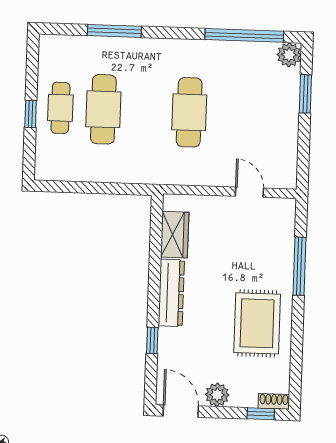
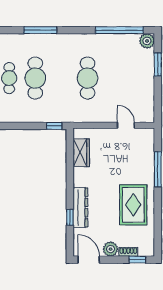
window: (132, 189) -> (54, 126), added
dresser: (171, 293) -> (80, 208), moved
shoe rack: (274, 401) -> (128, 252), moved

